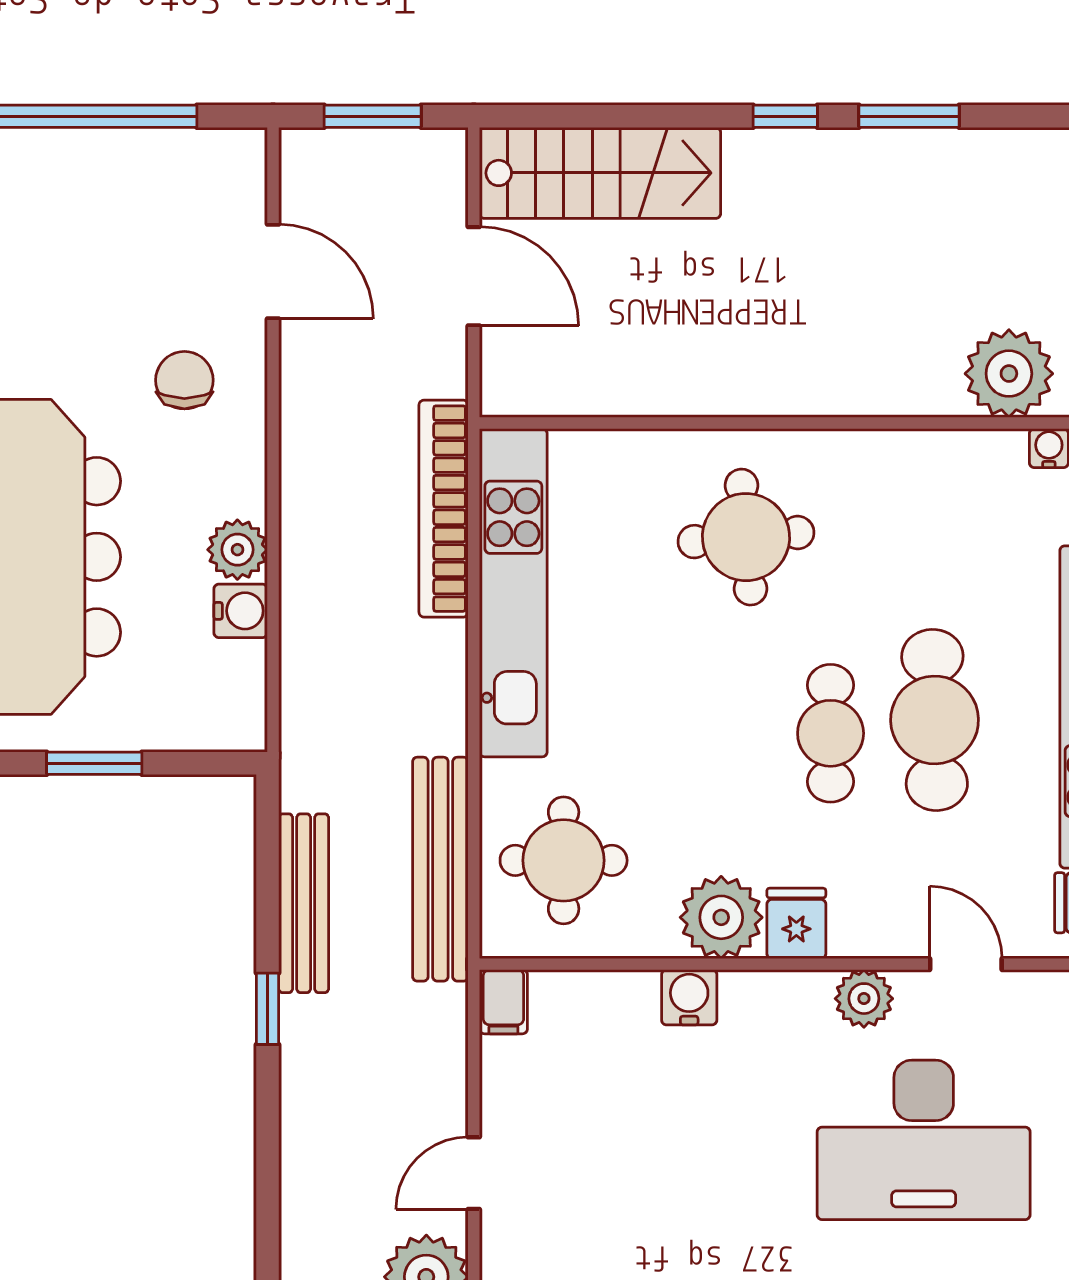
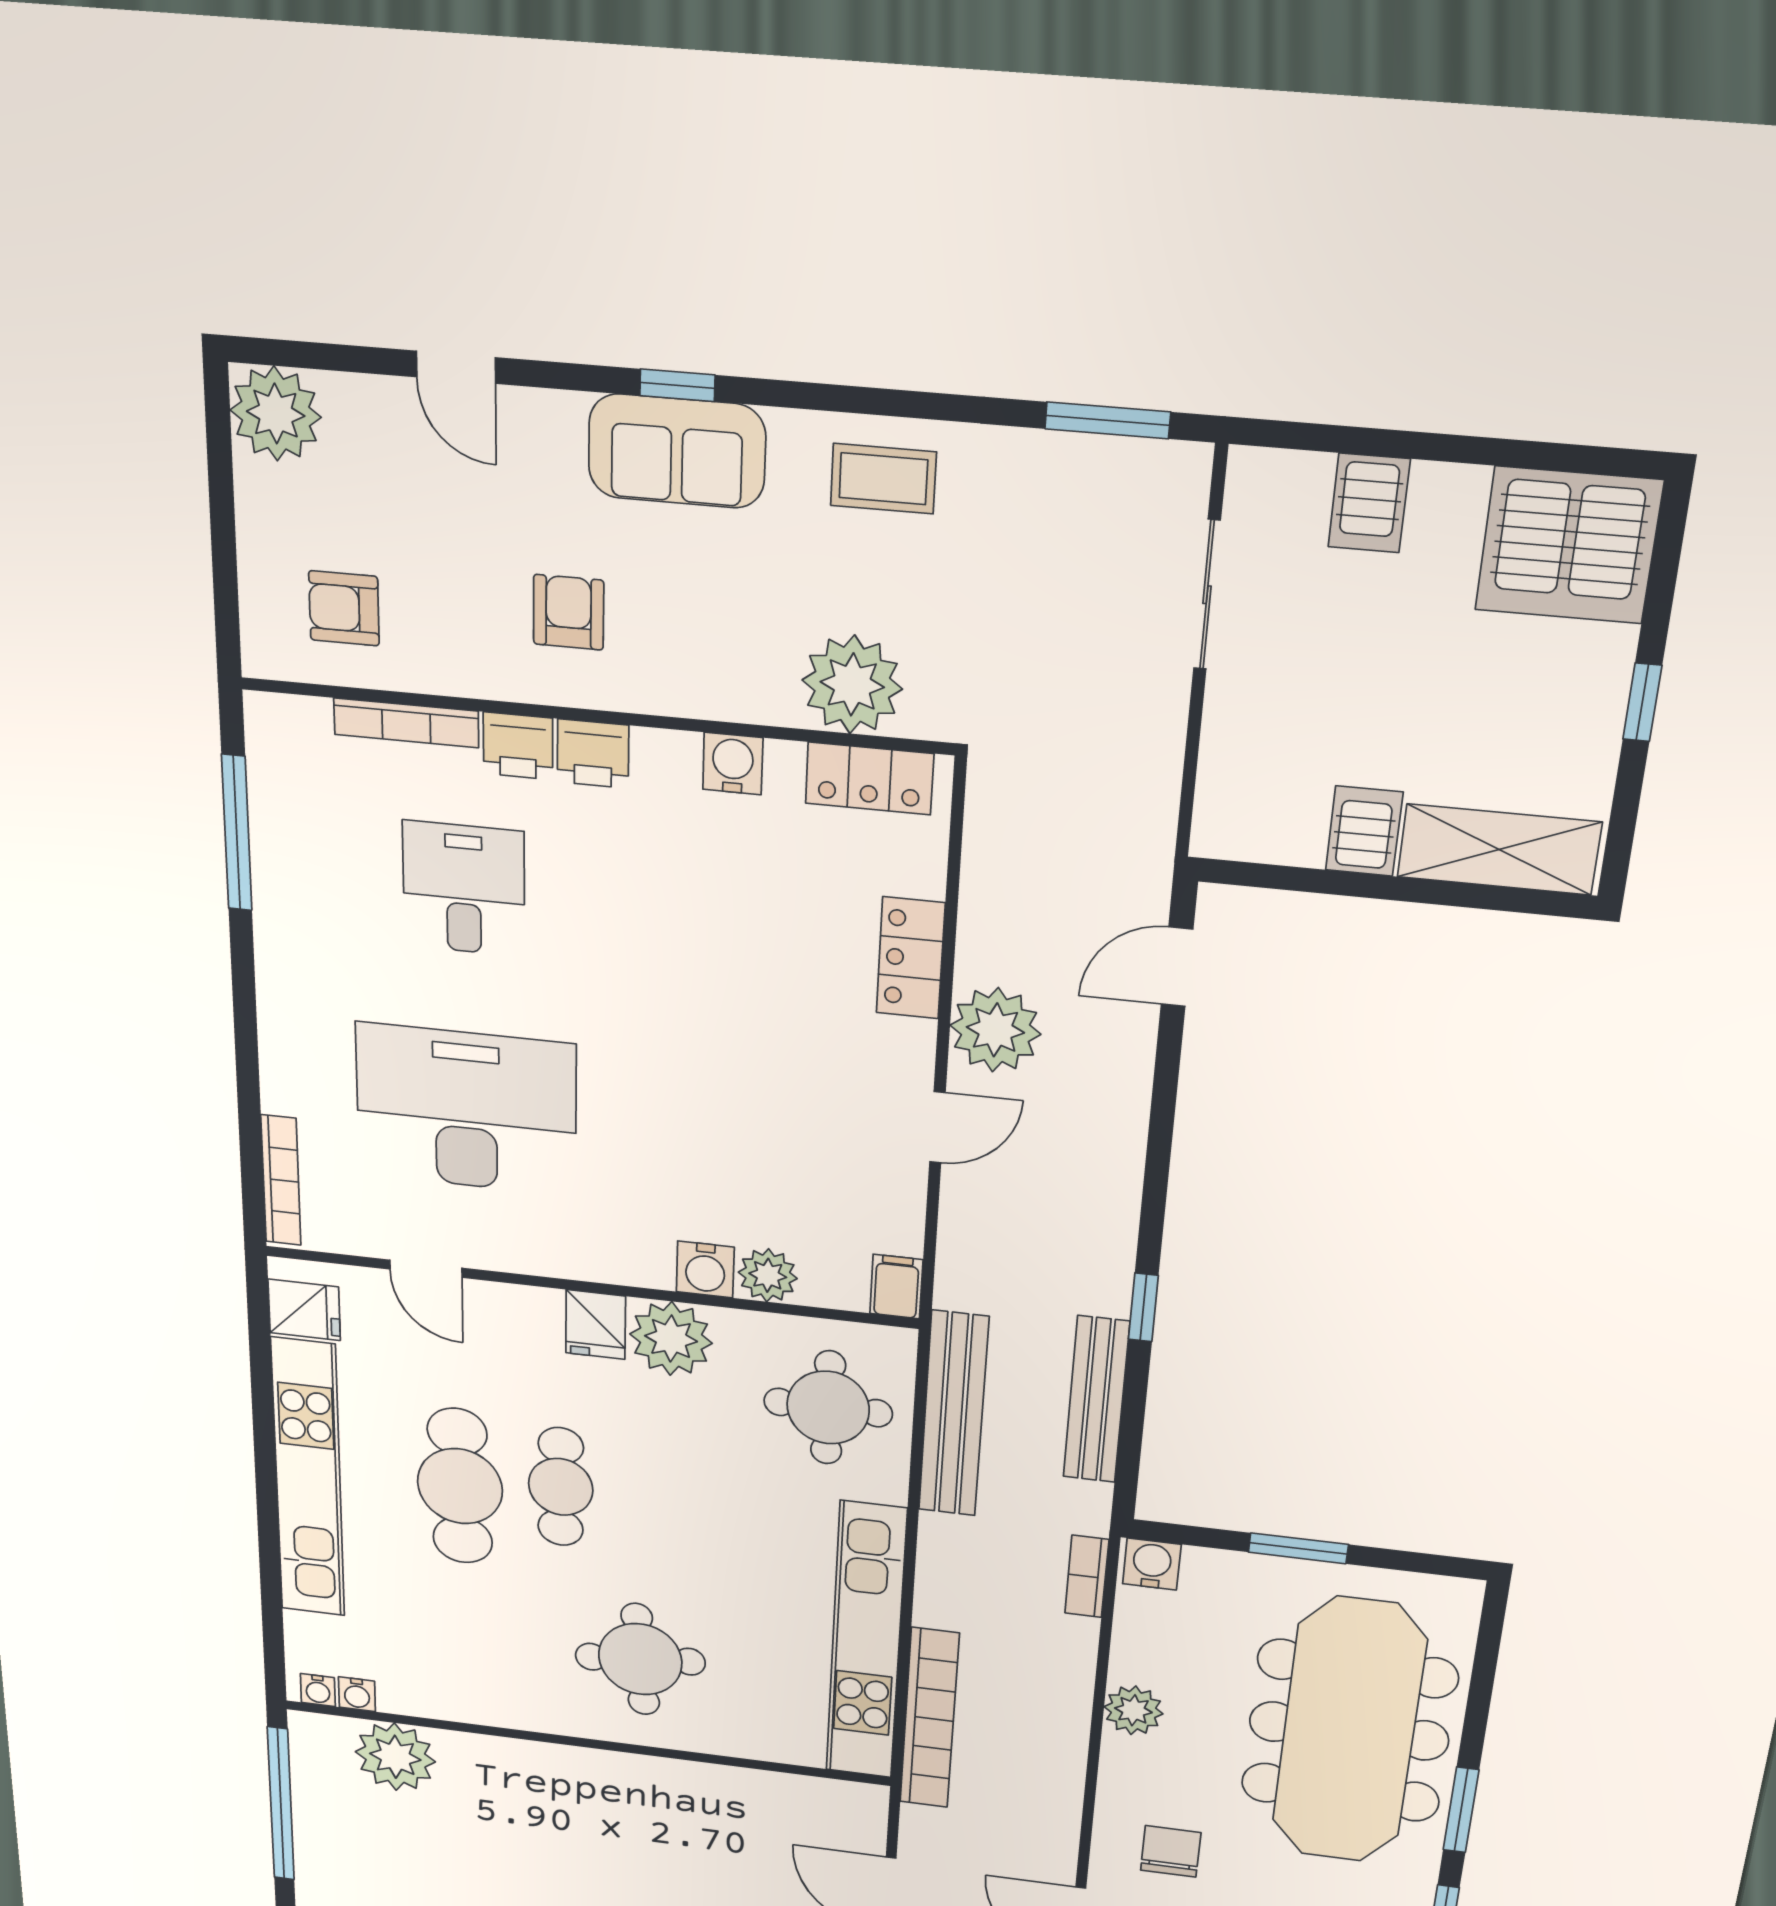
chair: (184, 380) -> (1171, 1851), turned 180
water cooler: (241, 611) -> (1152, 1564), moved, turned 90
bookcase: (297, 702) -> (1087, 1576), added
plant: (864, 999) -> (768, 1275), moved

